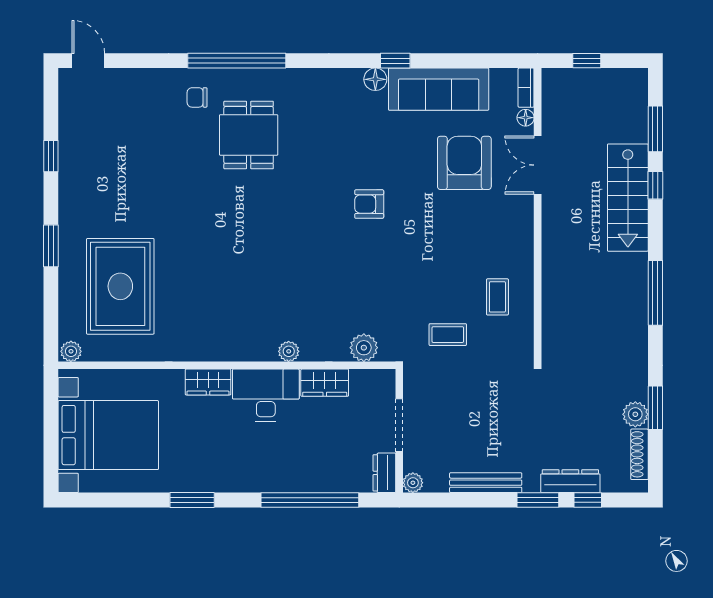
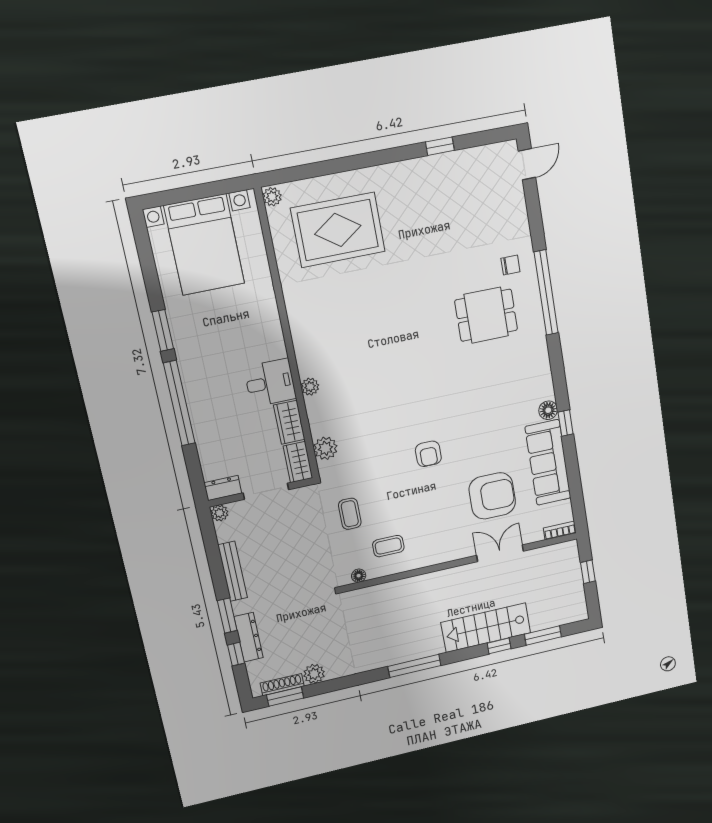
chair: (197, 97) -> (510, 265), turned 90
floor lamp: (526, 118) -> (359, 576), moved
armchair: (369, 204) -> (428, 454), moved, turned 180
window: (51, 246) -> (362, 161), removed
wardrobe: (208, 382) -> (298, 462), moved
desk: (266, 395) -> (270, 383), width x0.73
window: (655, 408) -> (285, 696), moved
window: (310, 500) -> (179, 403), moved

